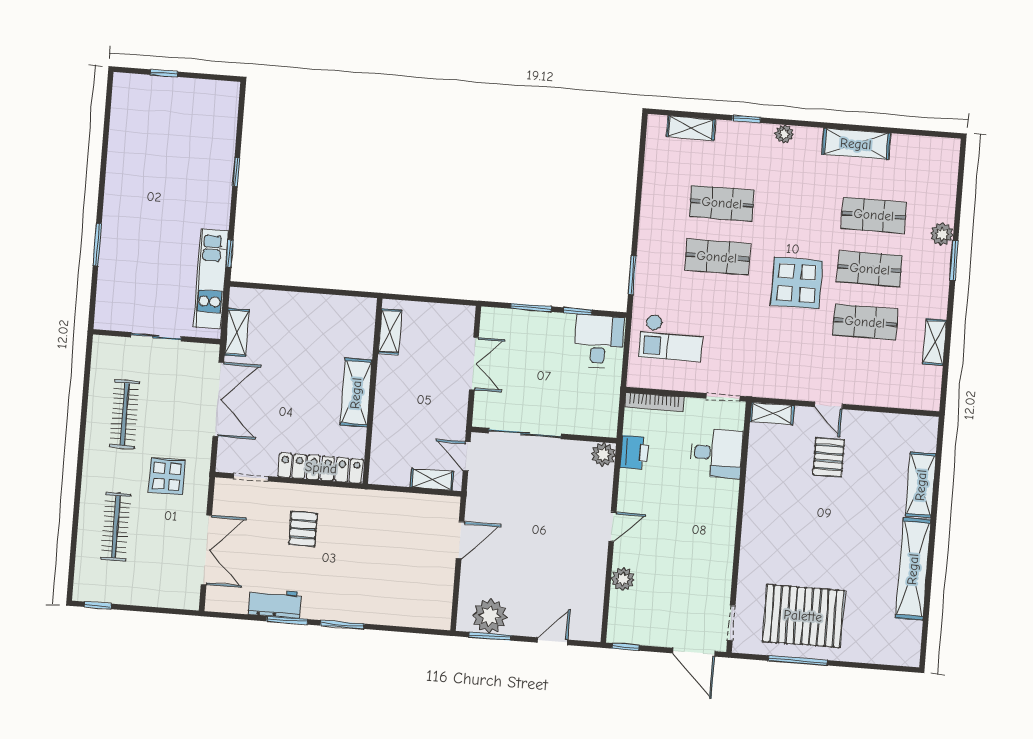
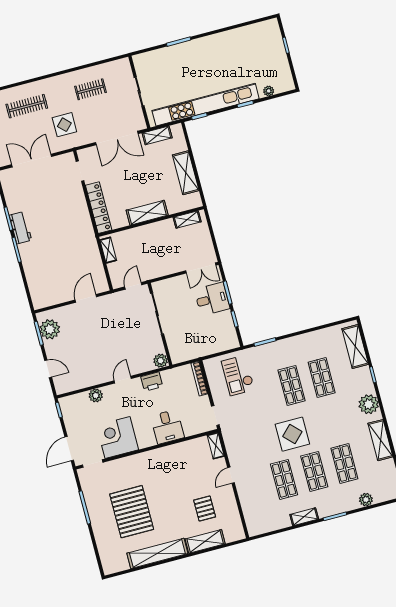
plant: (228, 127) -> (269, 91), added
shelving: (691, 128) -> (355, 346), width x1.50, depth x1.33
plant: (784, 134) -> (369, 404), width x1.88, depth x1.88
plant: (942, 234) -> (366, 500), moved
kitchen unit: (211, 279) -> (206, 105), width x1.86
shelving: (313, 307) -> (186, 173), added
desk: (599, 341) -> (212, 299), moved
shelving: (935, 342) -> (304, 517), moved
double door: (474, 364) -> (201, 268), moved
clothes rail: (125, 414) -> (90, 89), width x0.73
printer: (634, 452) -> (152, 382), moved
desk: (716, 453) -> (167, 427), moved
pallet: (829, 457) -> (205, 509), moved, turned 90
shelving: (432, 479) -> (108, 250), moved
door: (612, 527) -> (123, 380), swing flipped
pallet: (303, 529) -> (62, 210), removed
door: (460, 540) -> (86, 298), swing flipped
double door: (206, 550) -> (32, 161), swing flipped
corner desk: (703, 568) -> (117, 438), added
workbench: (275, 603) -> (20, 228), moved
pallet: (803, 616) -> (132, 512), moved

